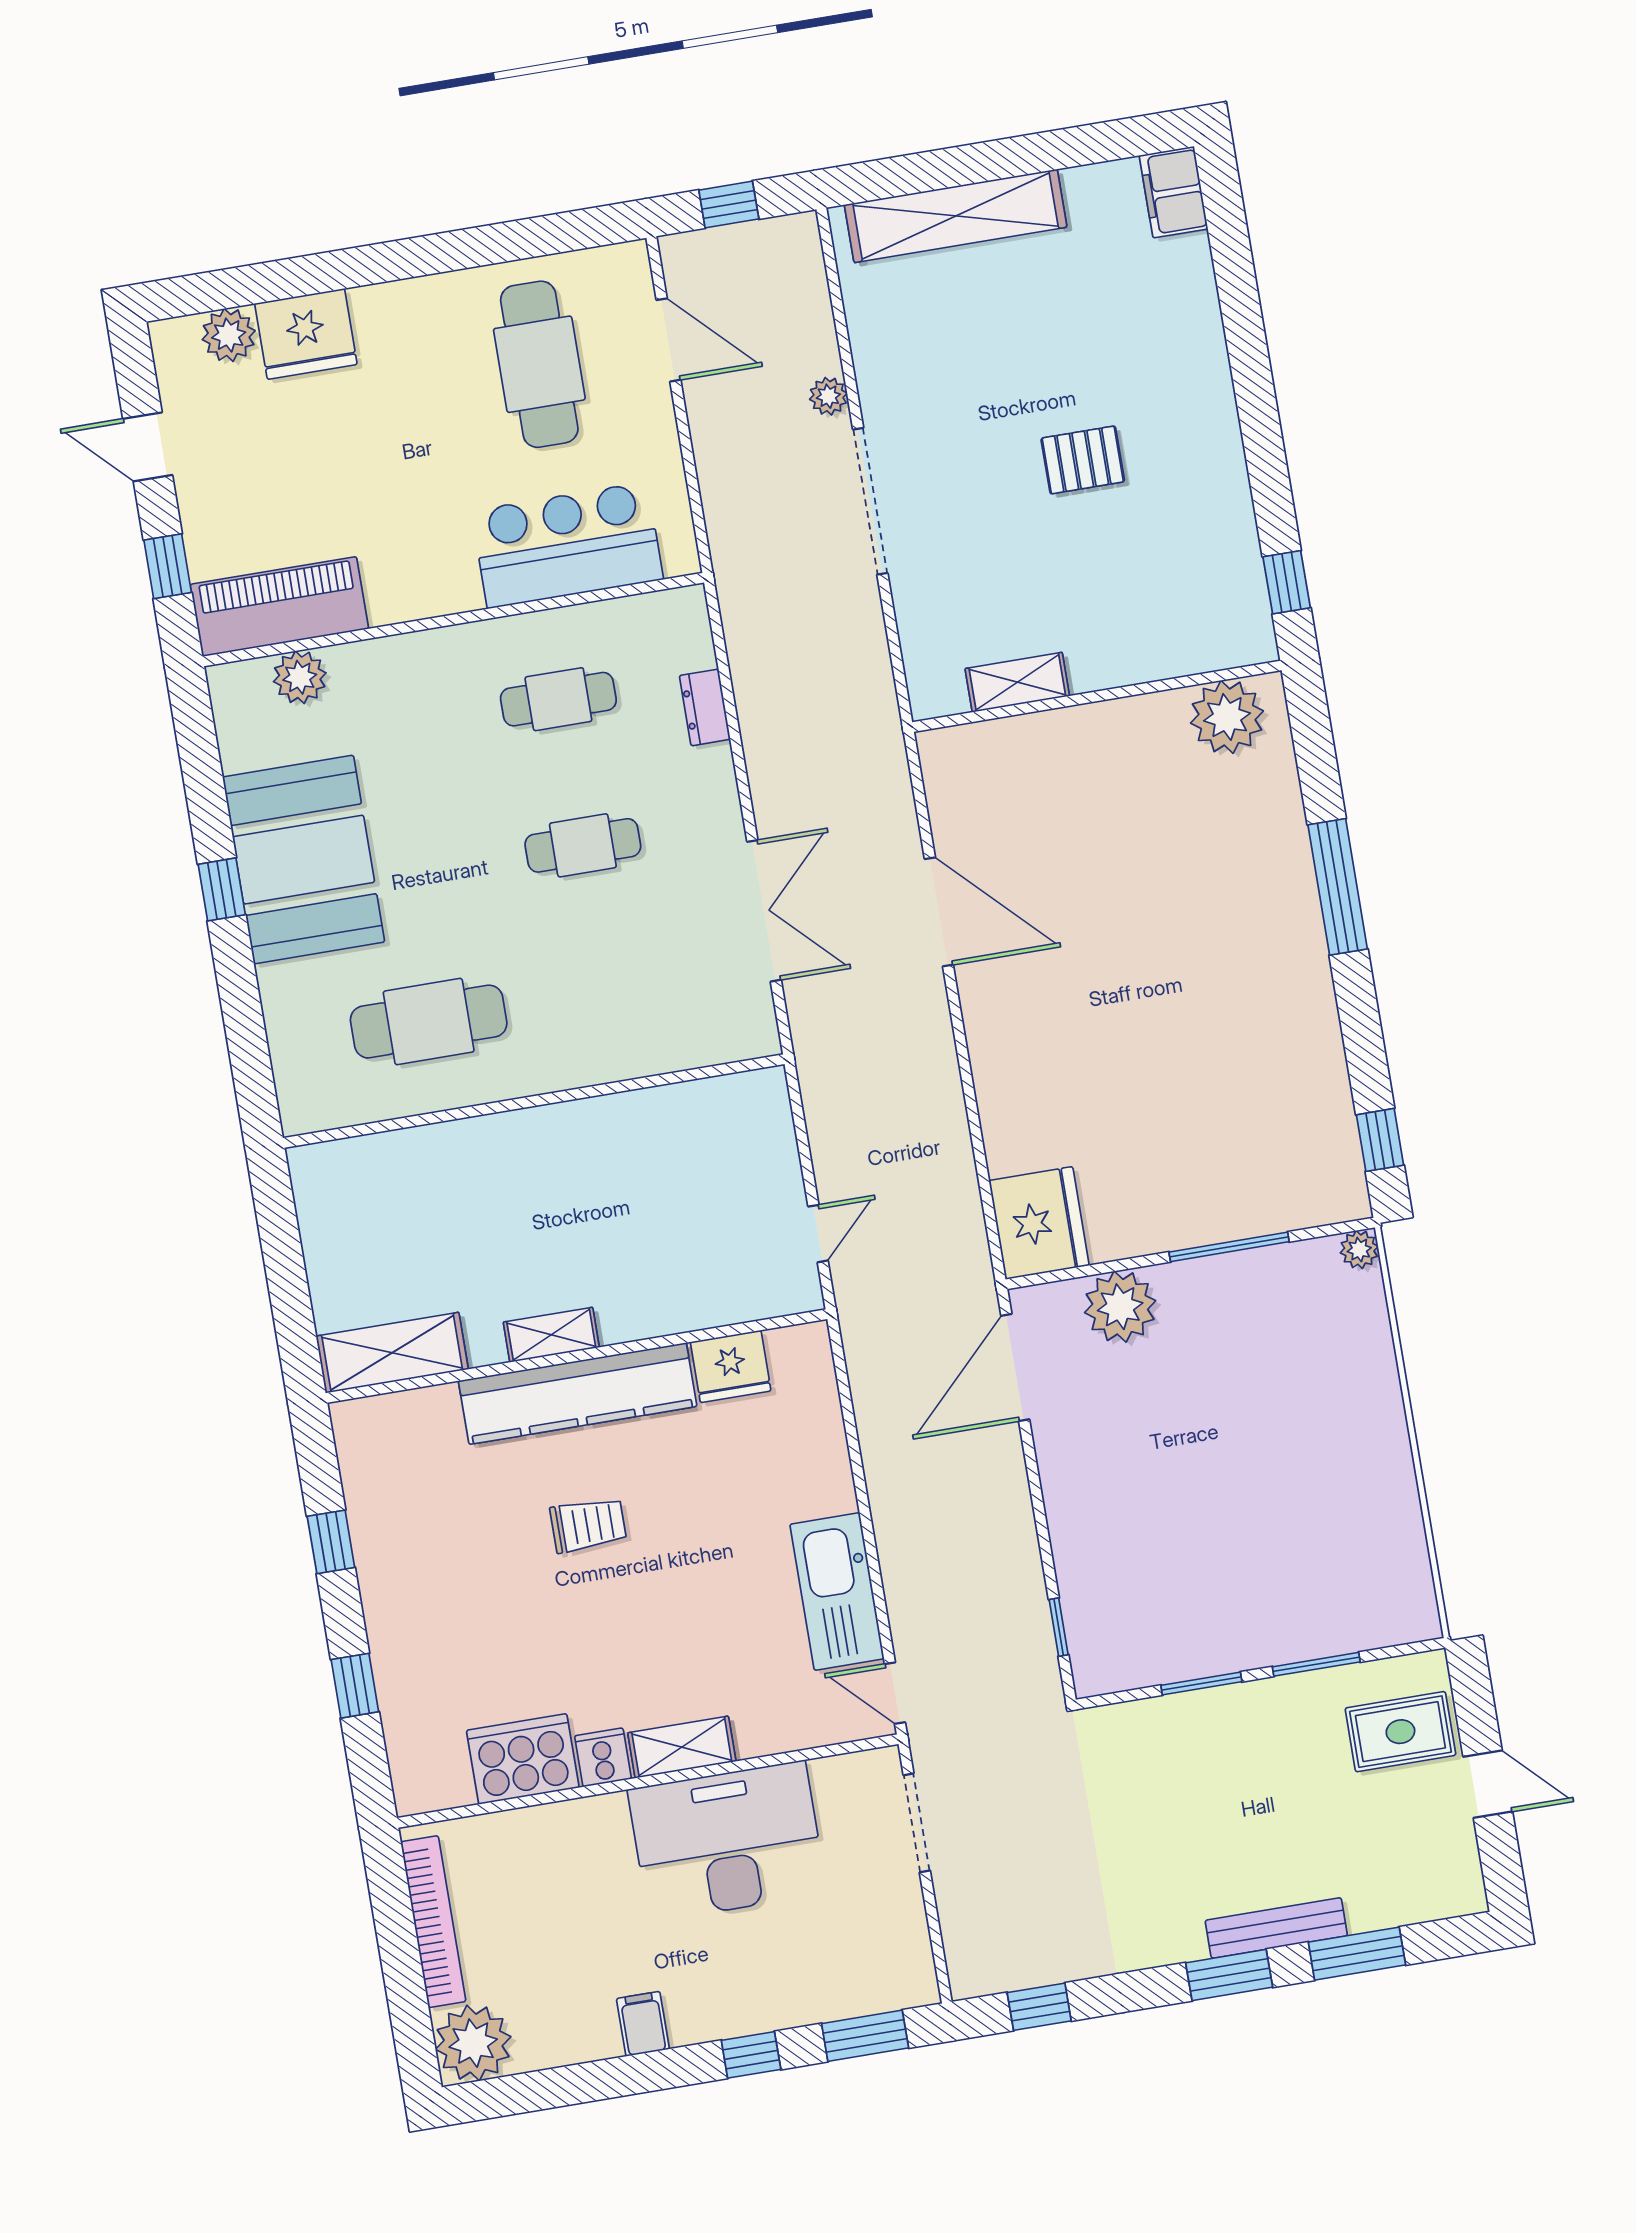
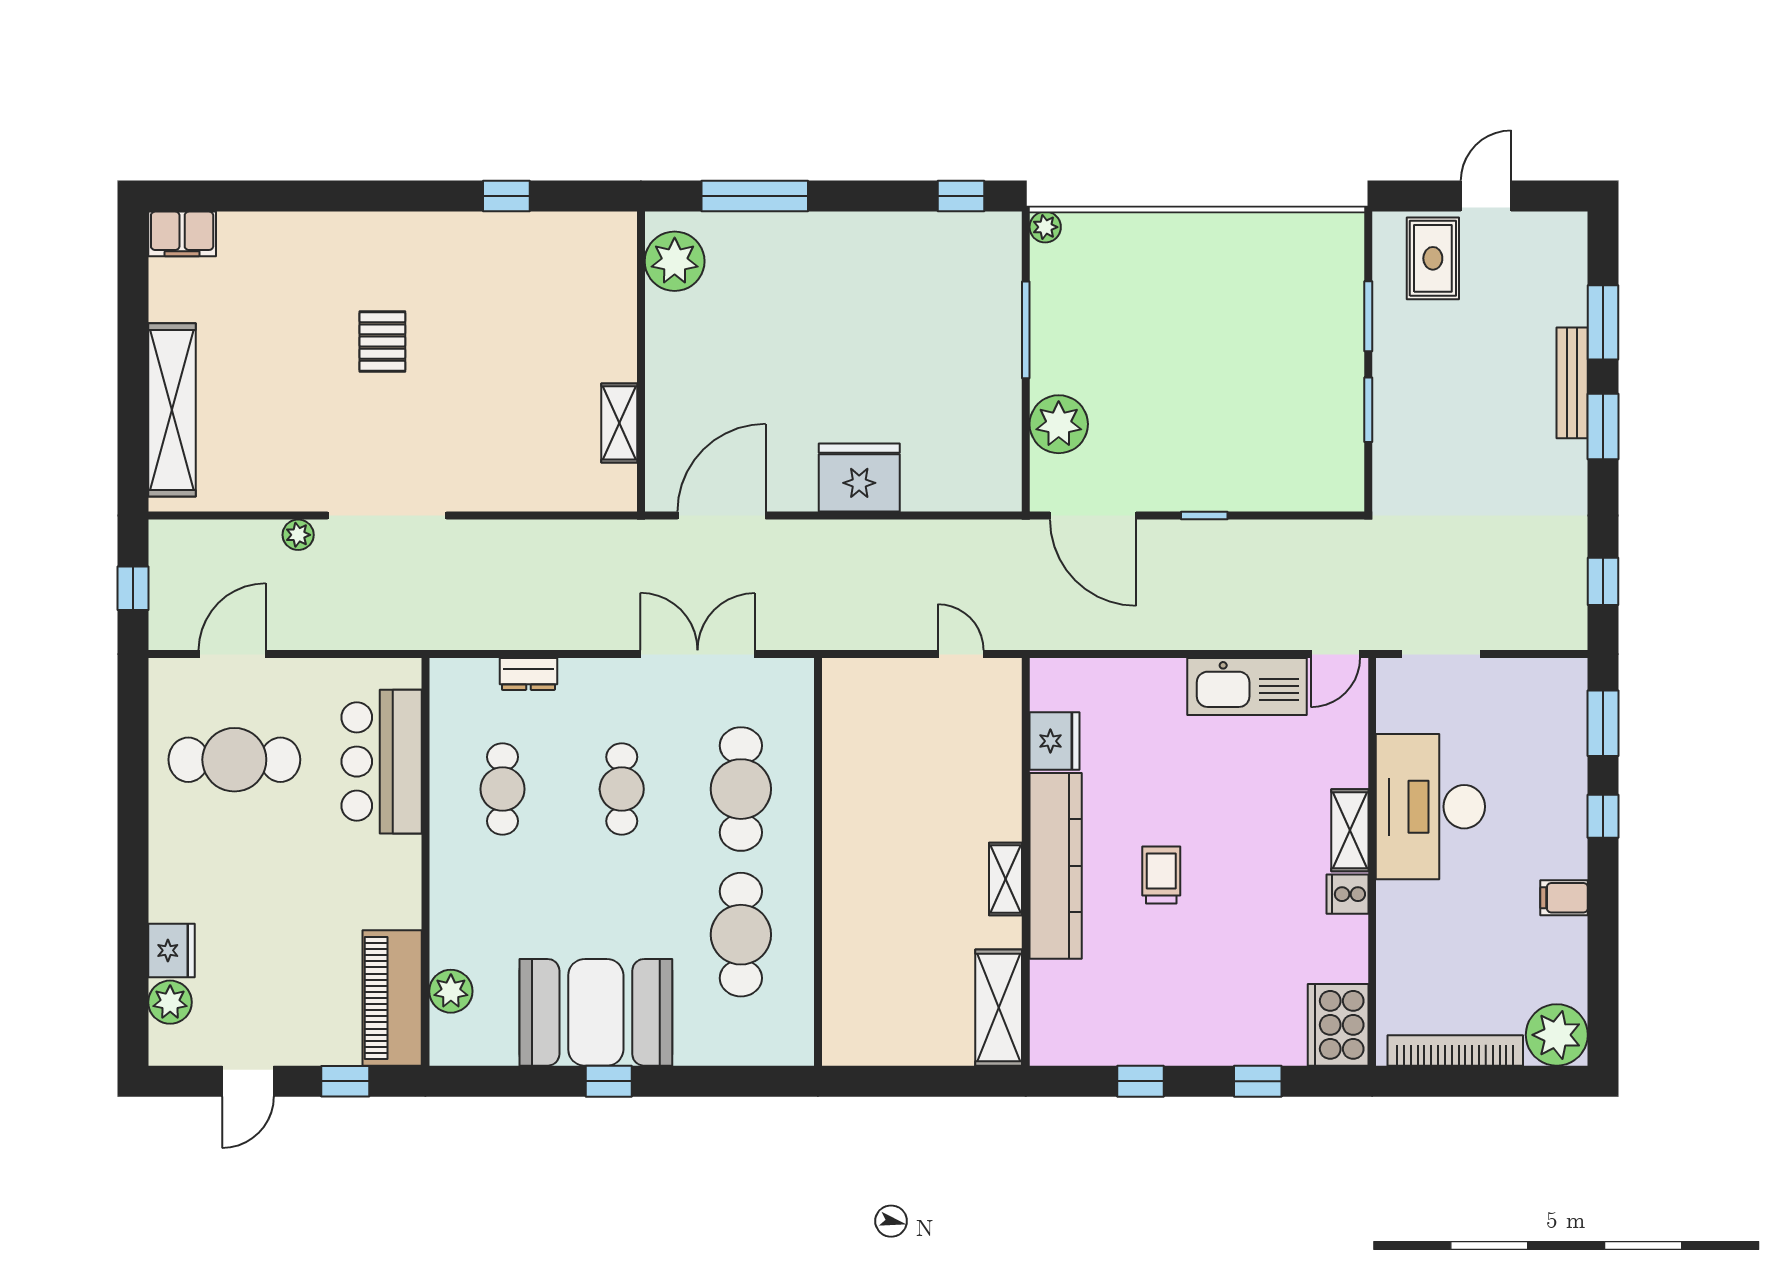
fridge: (306, 334) -> (172, 950), width x0.73, depth x0.75
shelving: (1017, 682) -> (619, 423), moved
wall: (1097, 696) -> (641, 362), moved
plant: (1227, 717) -> (675, 261), moved
cafe table: (607, 992) -> (741, 789), added
fridge: (1039, 1223) -> (859, 477), moved
window: (1059, 1627) -> (1204, 515), moved
cooker: (523, 1759) -> (1338, 1025), moved

